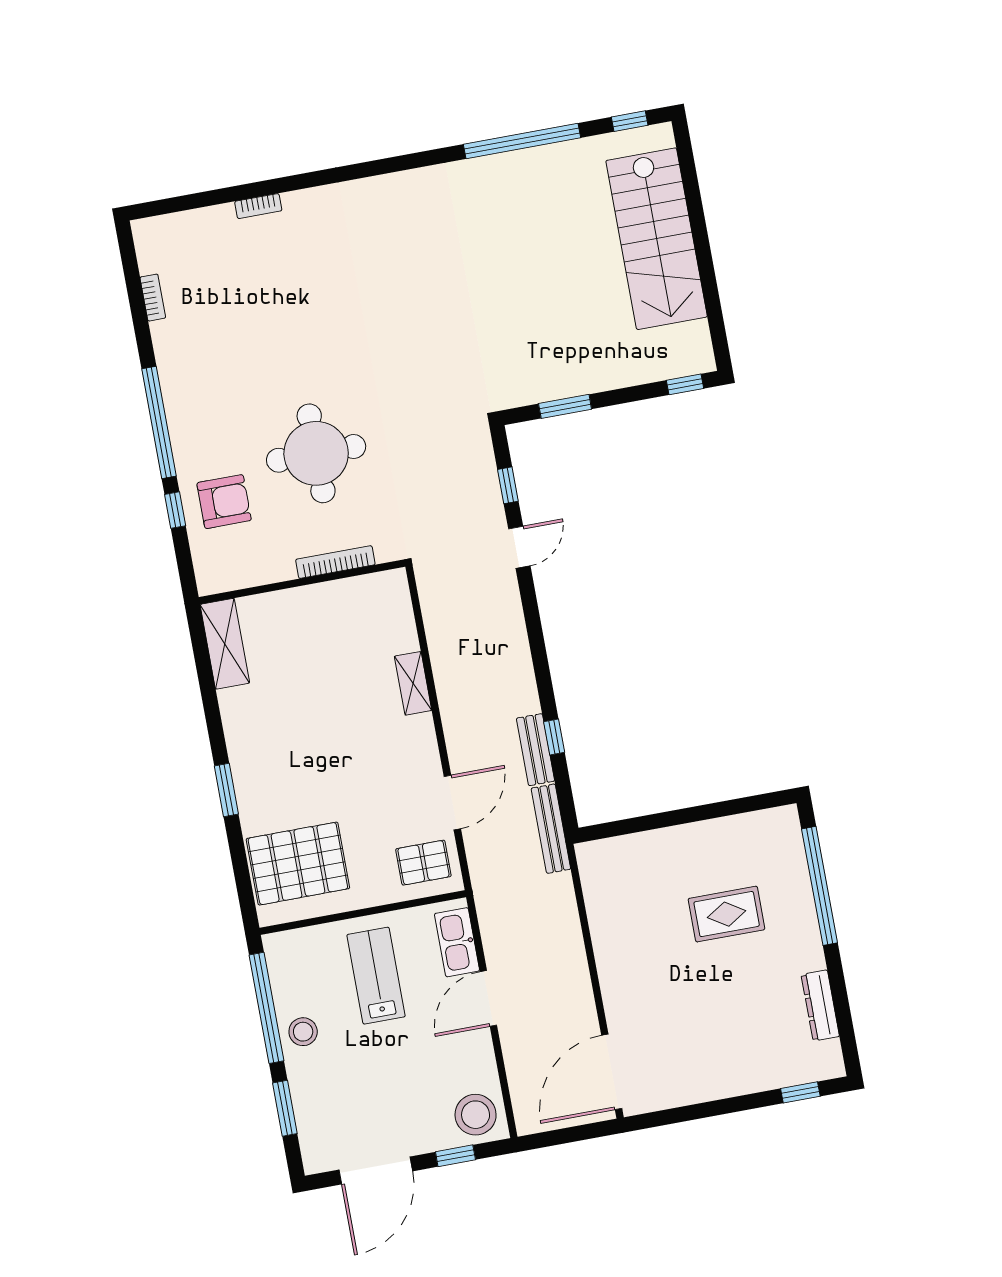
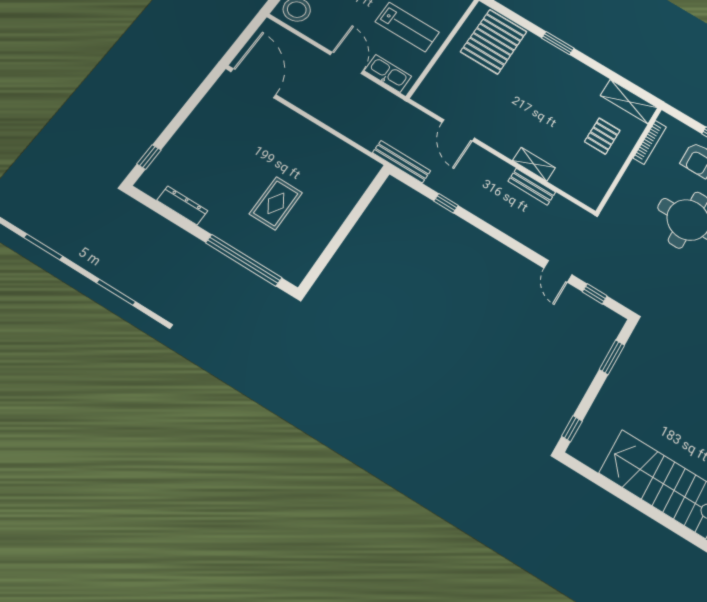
bookcase: (335, 562) -> (650, 142), moved
bench: (535, 750) -> (532, 187), moved
pallet: (423, 863) -> (602, 136), moved

